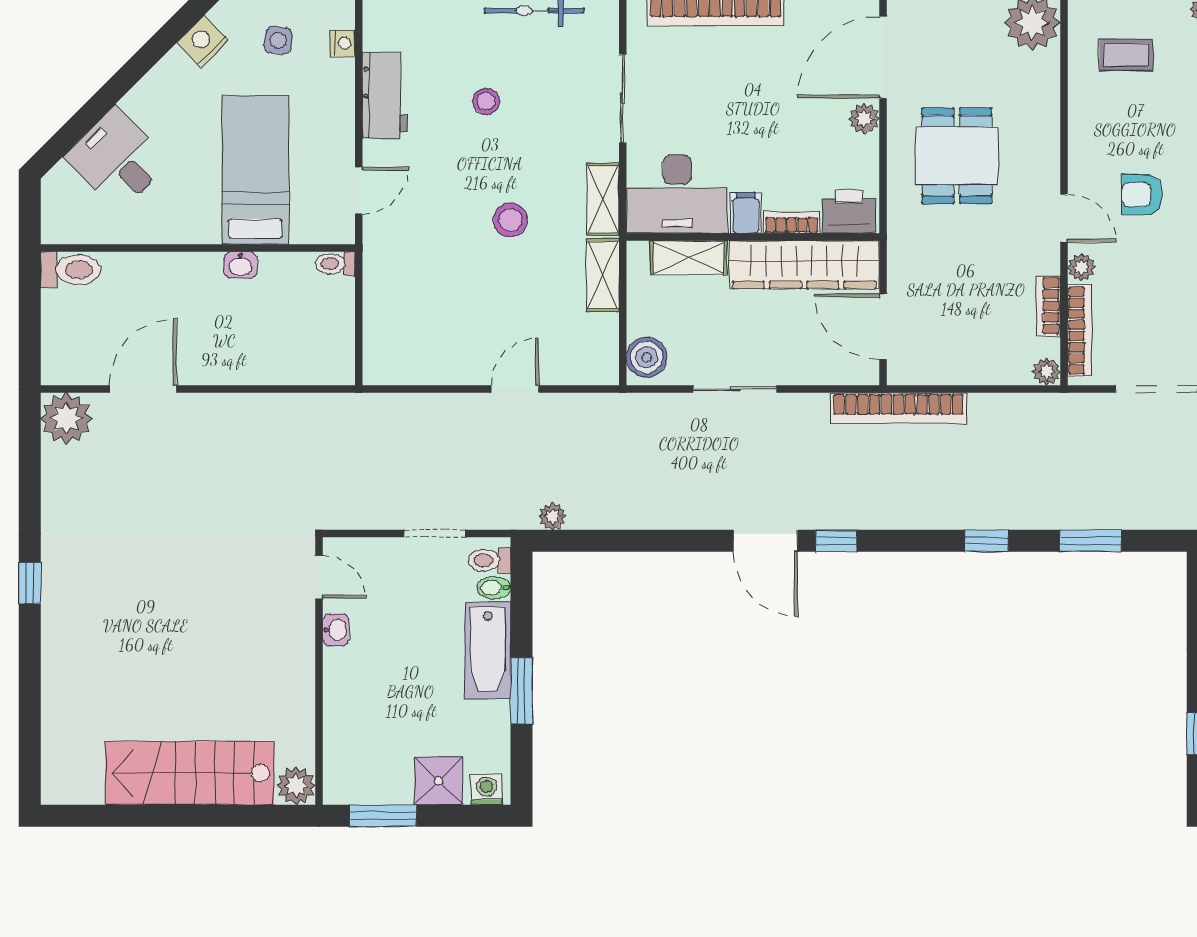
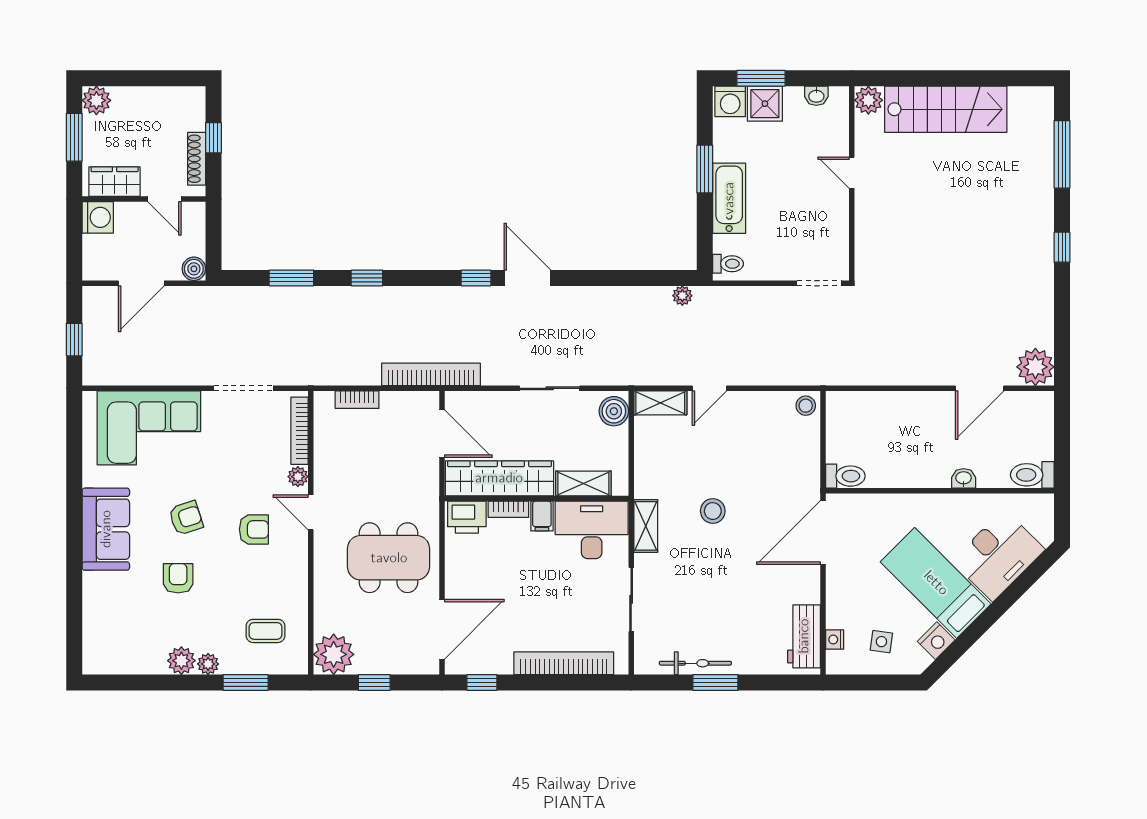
workbench: (385, 95) -> (804, 636), moved
stool: (486, 101) -> (806, 406), moved
plant: (864, 119) -> (456, 585), removed
dining table: (957, 156) -> (389, 558), width x1.37
desk: (117, 159) -> (998, 555), width x1.37
bed: (255, 170) -> (936, 583), moved, turned 135
door: (359, 191) -> (823, 532), width x1.87
toilet: (335, 264) -> (845, 476), width x1.37, depth x1.39
washbasin: (240, 265) -> (964, 478), moved
shelving: (603, 275) -> (660, 403), moved, turned 90
bookcase: (1048, 306) -> (357, 400), moved, turned 90
plant: (1047, 372) -> (323, 401), removed
doorway: (434, 534) -> (819, 283), moved
door: (319, 577) -> (852, 173), moved
bidet: (494, 588) -> (725, 244), removed
washbasin: (336, 630) -> (816, 96), moved, turned -90
window: (30, 711) -> (1062, 154), added
washing machine: (486, 790) -> (730, 101), width x1.38, depth x1.38
window: (383, 816) -> (761, 78), moved

